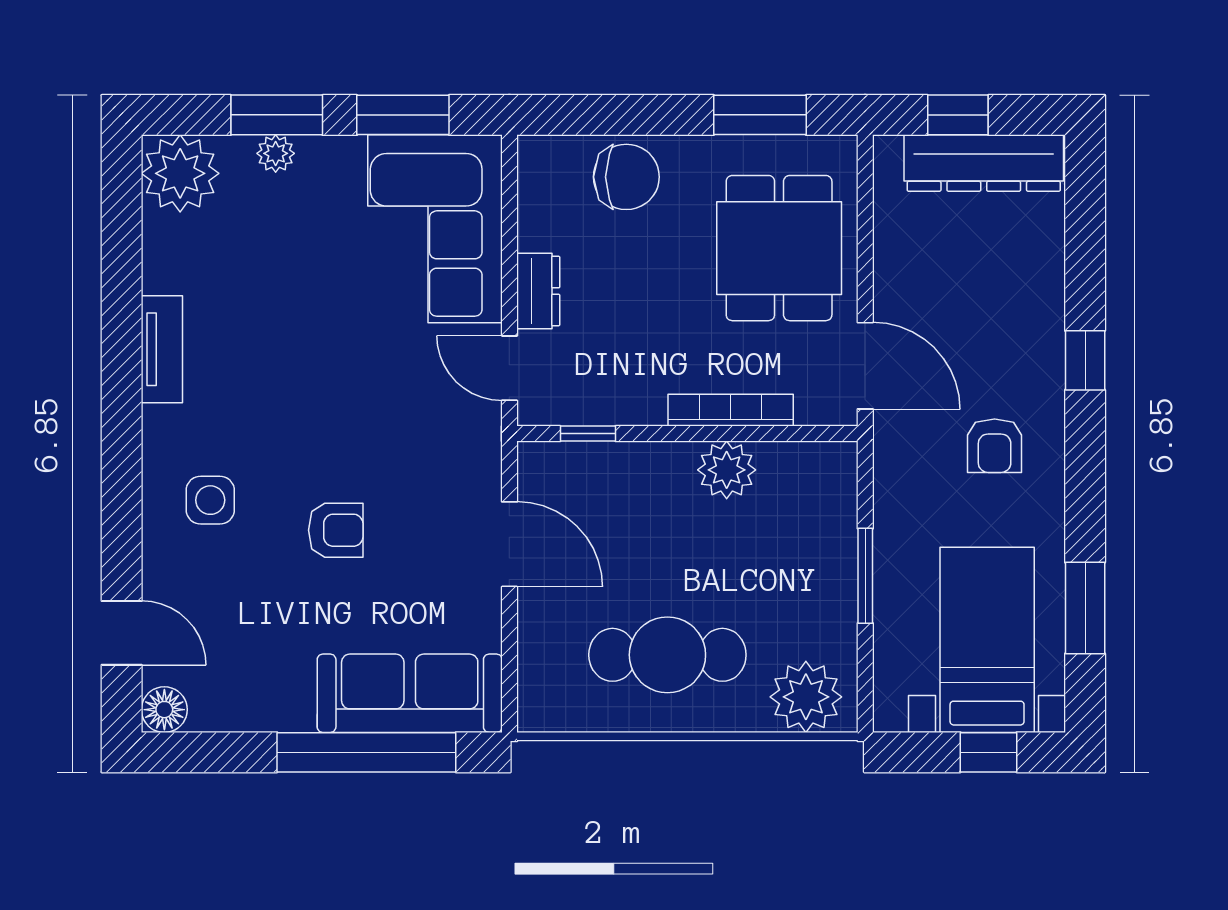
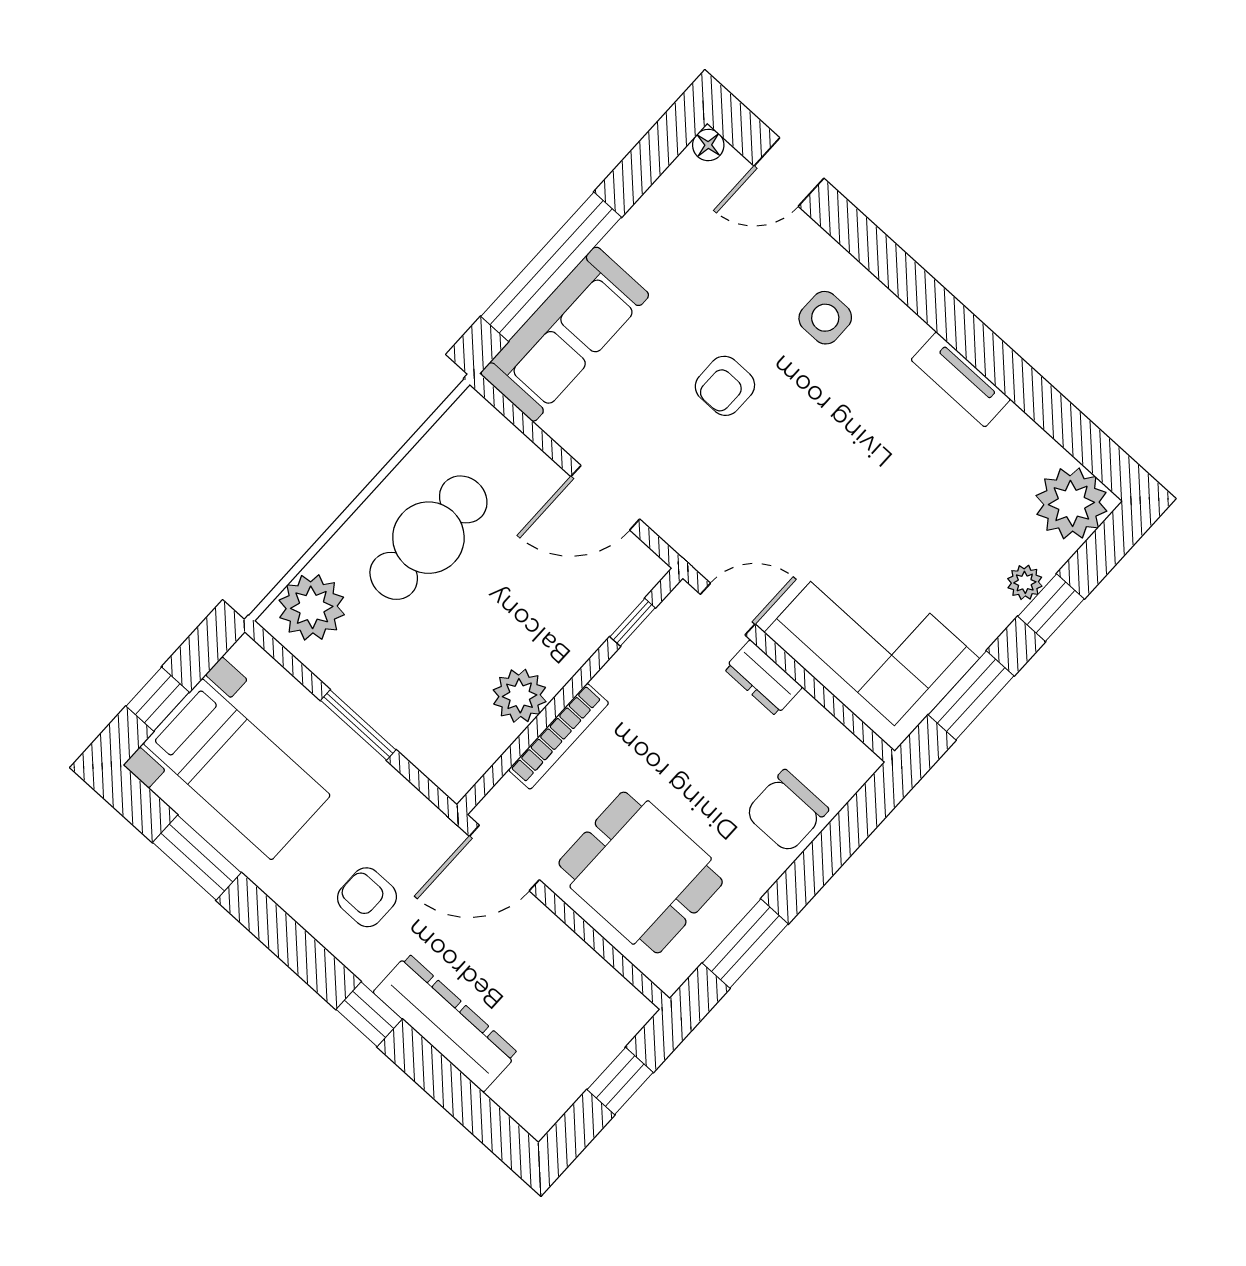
window: (277, 115) -> (1051, 608), width x0.67
dresser: (984, 163) -> (446, 1023), moved, turned 90
floor lamp: (164, 710) -> (708, 145), width x0.73, depth x0.73

